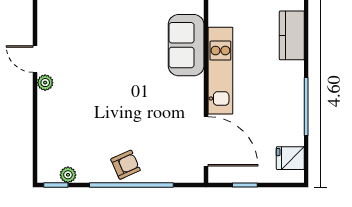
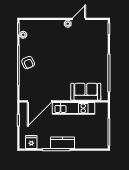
kitchen counter: (292, 35) -> (62, 143), moved

